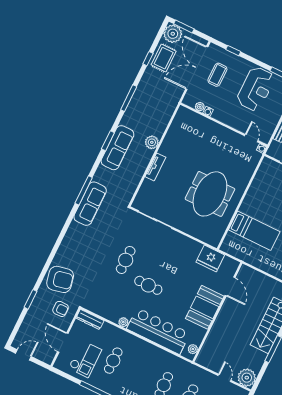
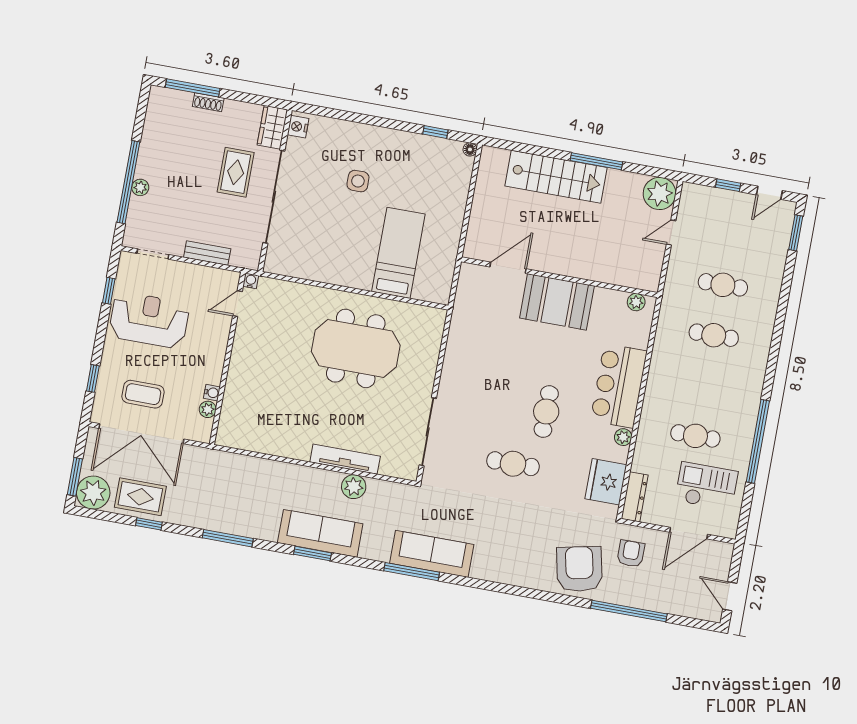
plant: (152, 142) -> (354, 487), moved
tv unit: (155, 167) -> (345, 459), width x1.41
fridge: (210, 258) -> (606, 482), moved, turned 180
window: (31, 299) -> (629, 611), width x2.11
bar counter: (158, 331) -> (619, 386), width x0.73

